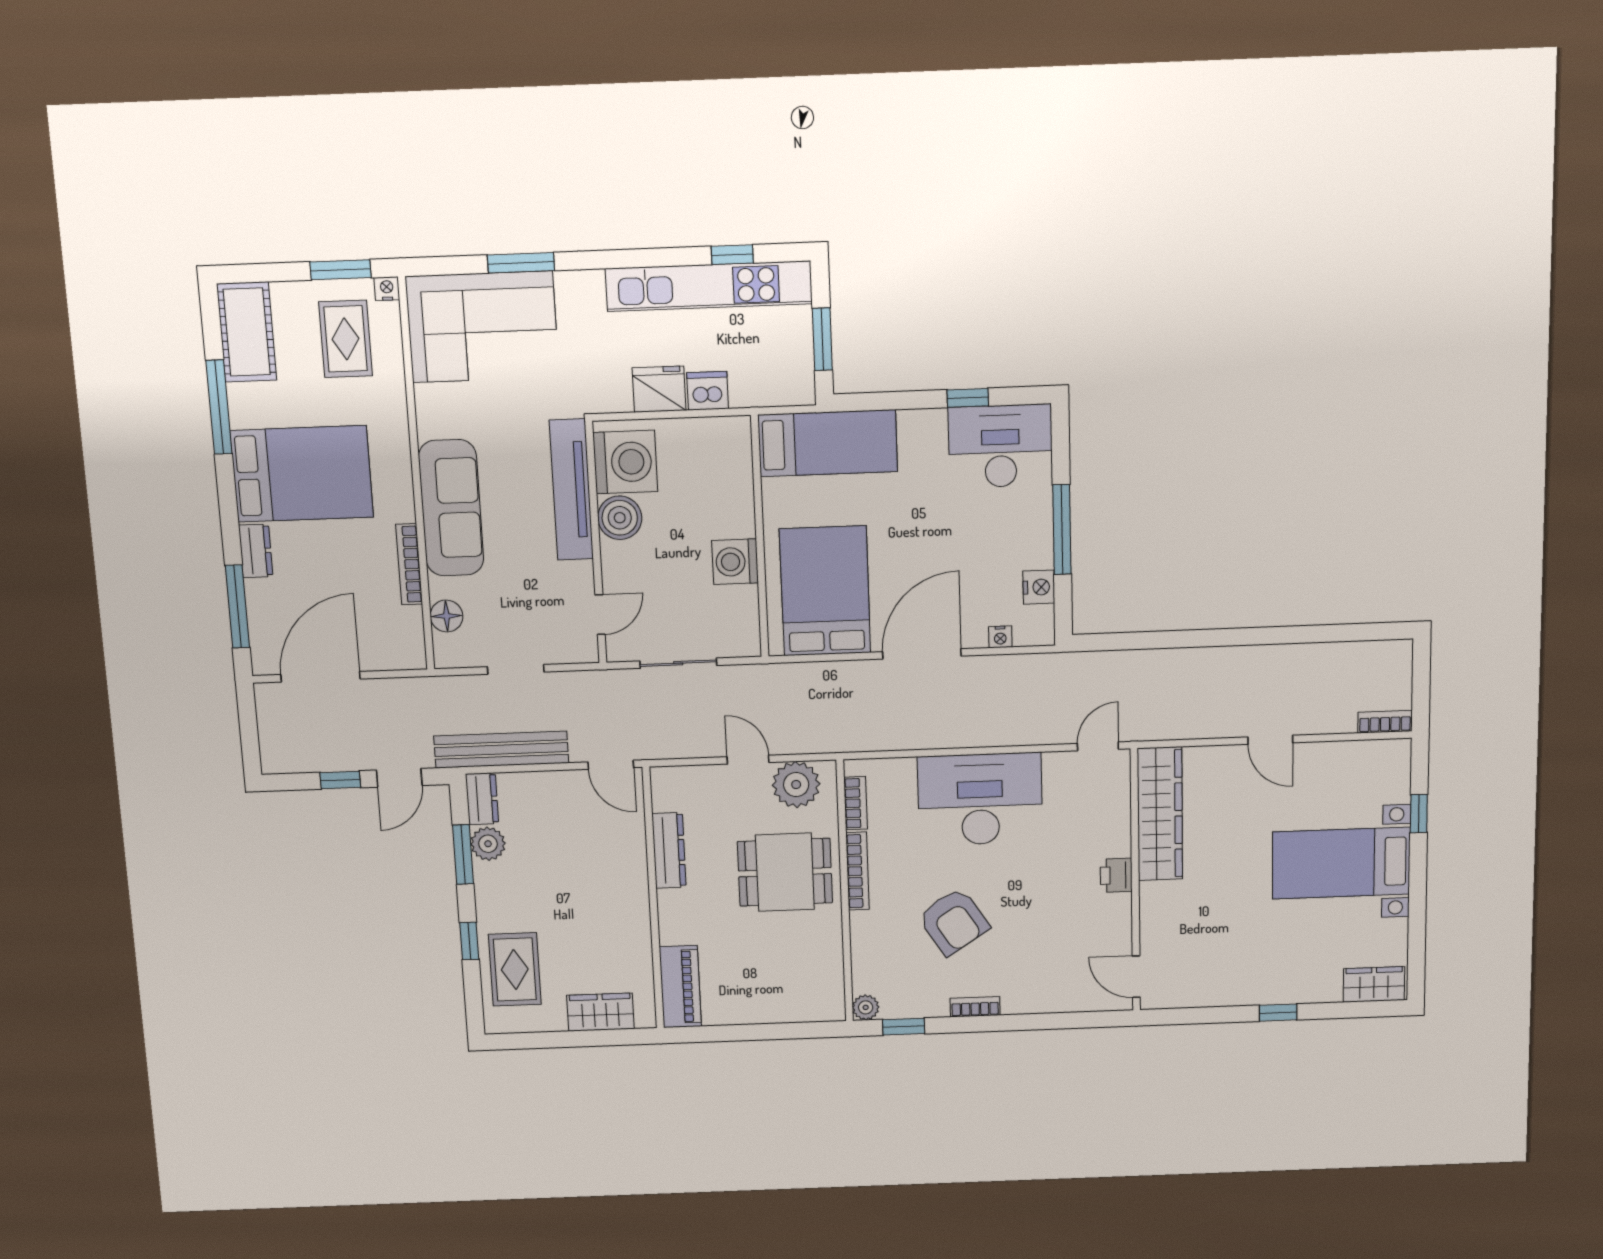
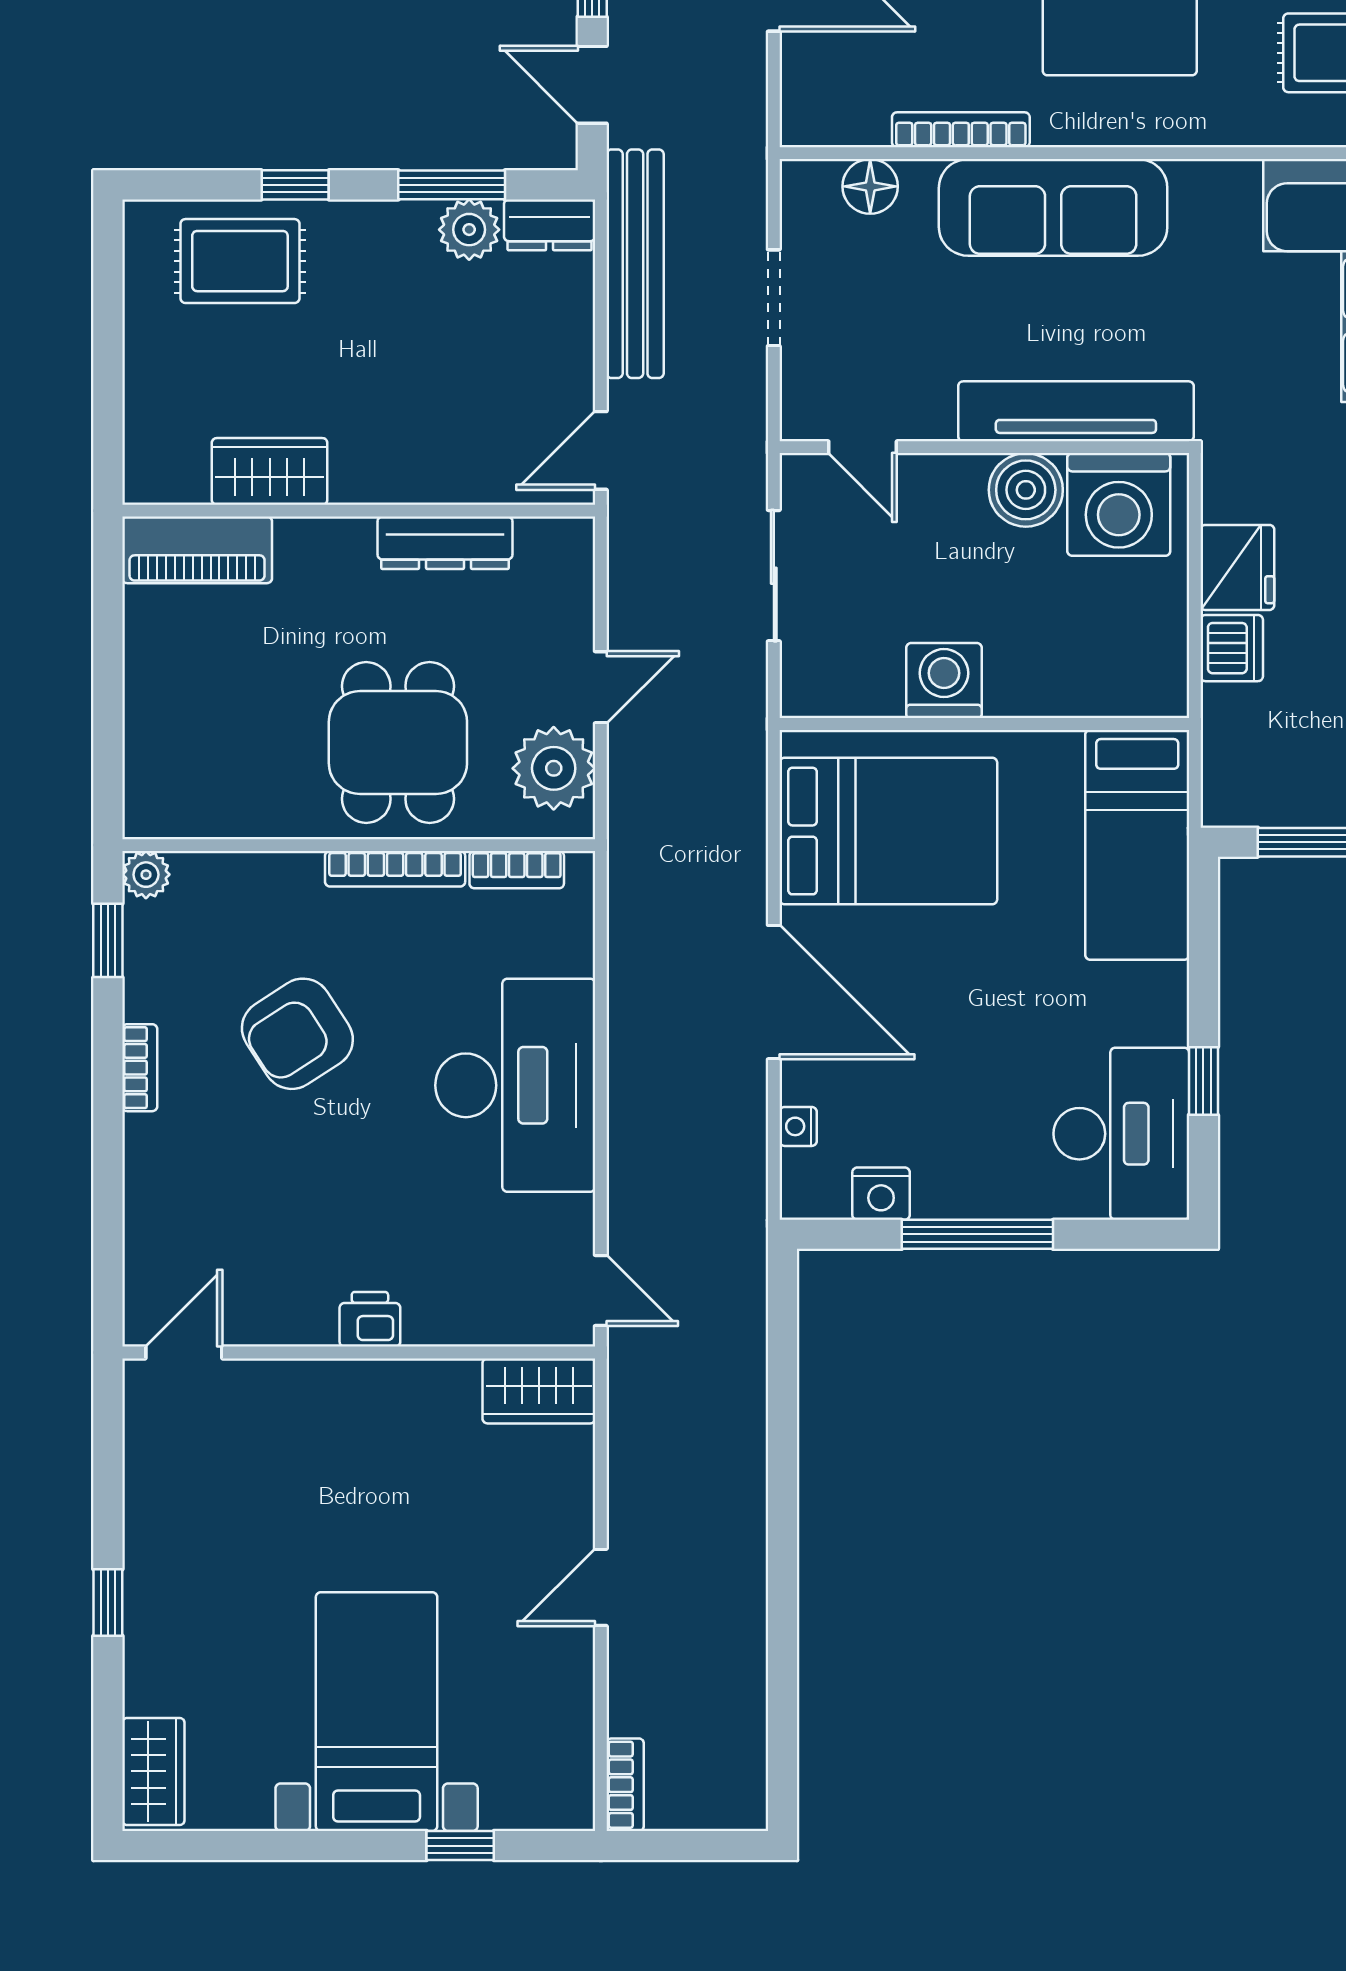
wardrobe: (1160, 814) -> (539, 1391), width x0.48, depth x0.85
wardrobe: (600, 1012) -> (270, 471), moved, turned -90

